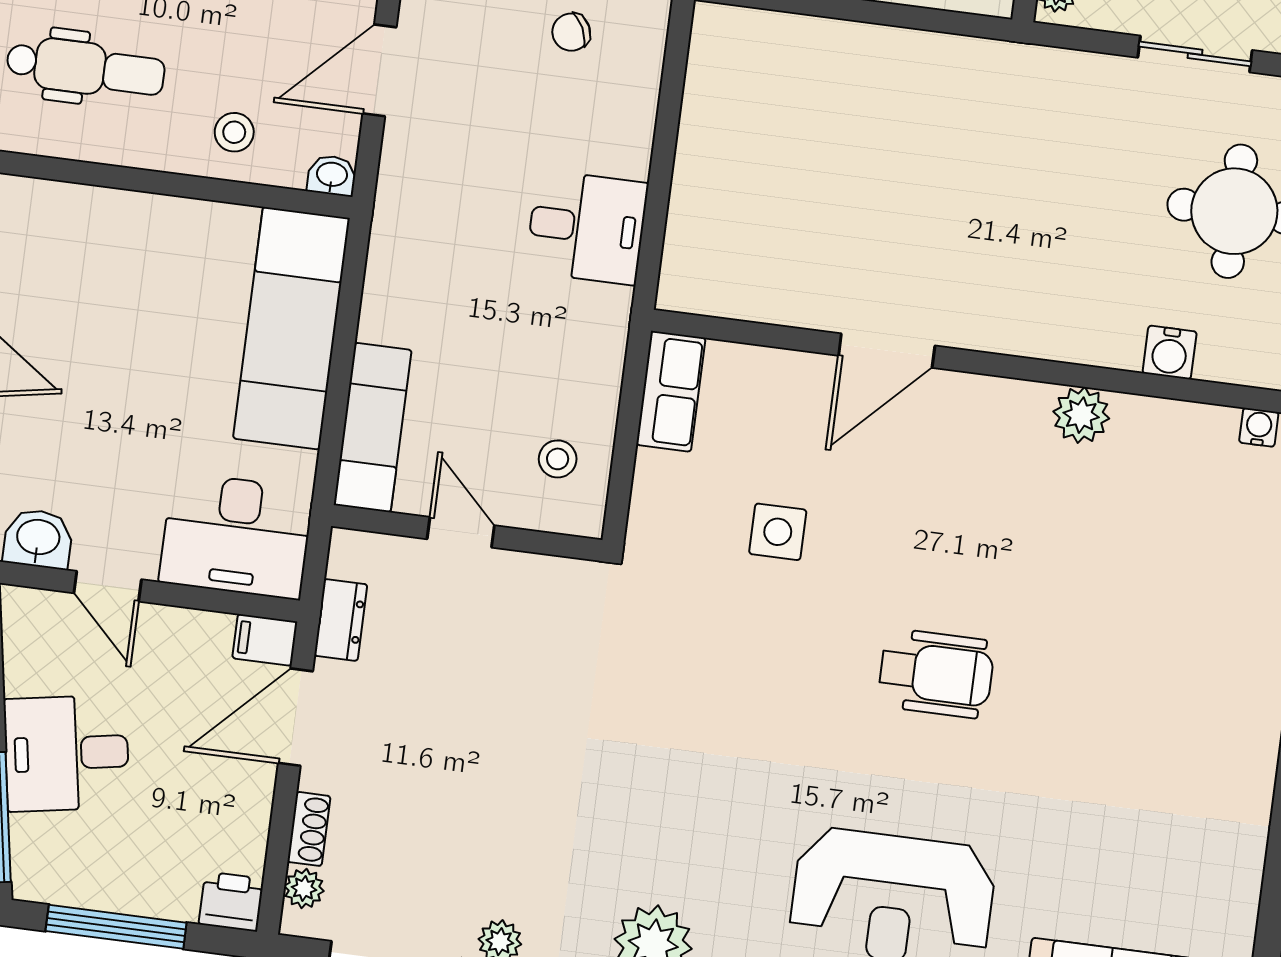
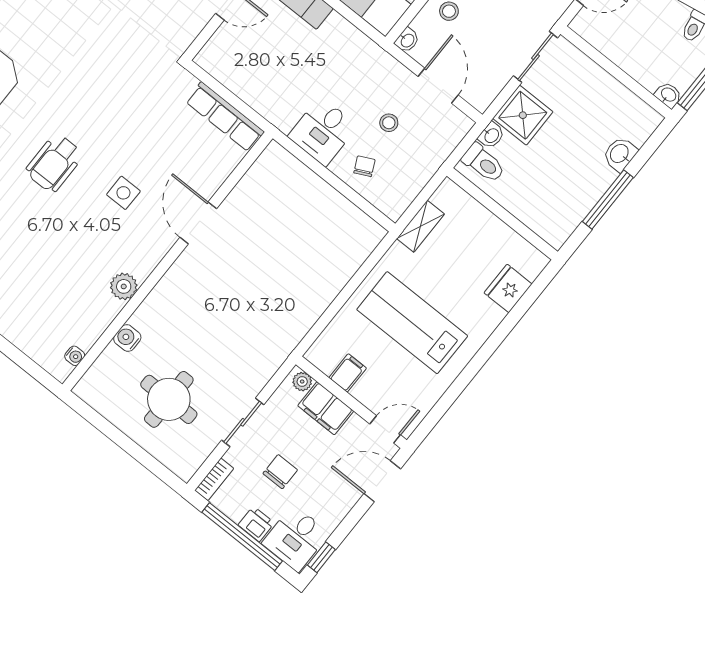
chair: (571, 32) -> (364, 166), moved
row of seats: (671, 391) -> (225, 117), width x1.48
stool: (558, 459) -> (389, 123), moved
side table: (778, 532) -> (123, 193), moved

